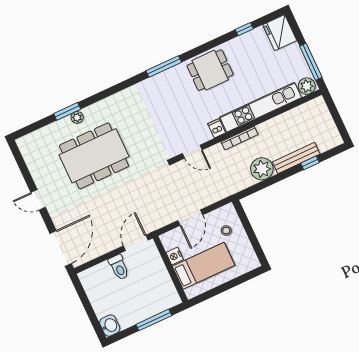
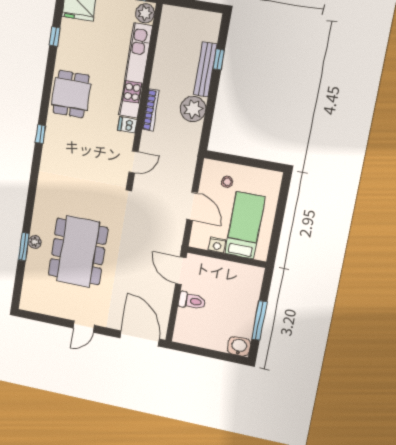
window: (164, 67) -> (40, 134), width x0.46
window: (154, 320) -> (259, 320), moved

